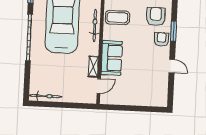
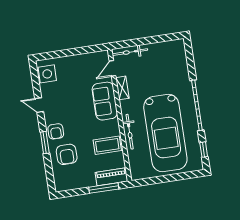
side table: (159, 93) -> (47, 74), added
bicycle: (45, 96) -> (130, 52), moved

